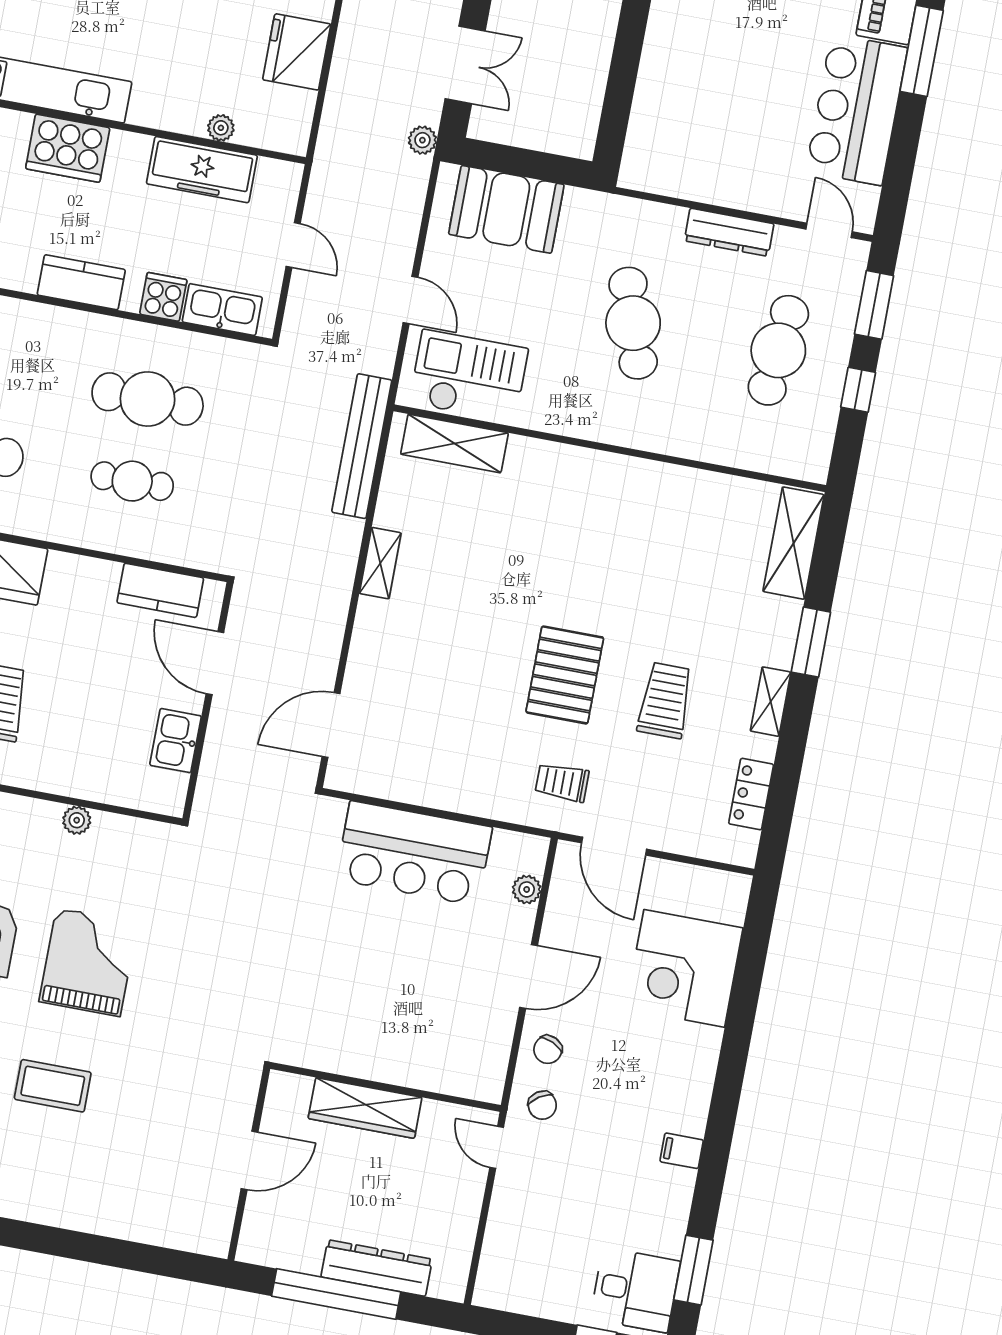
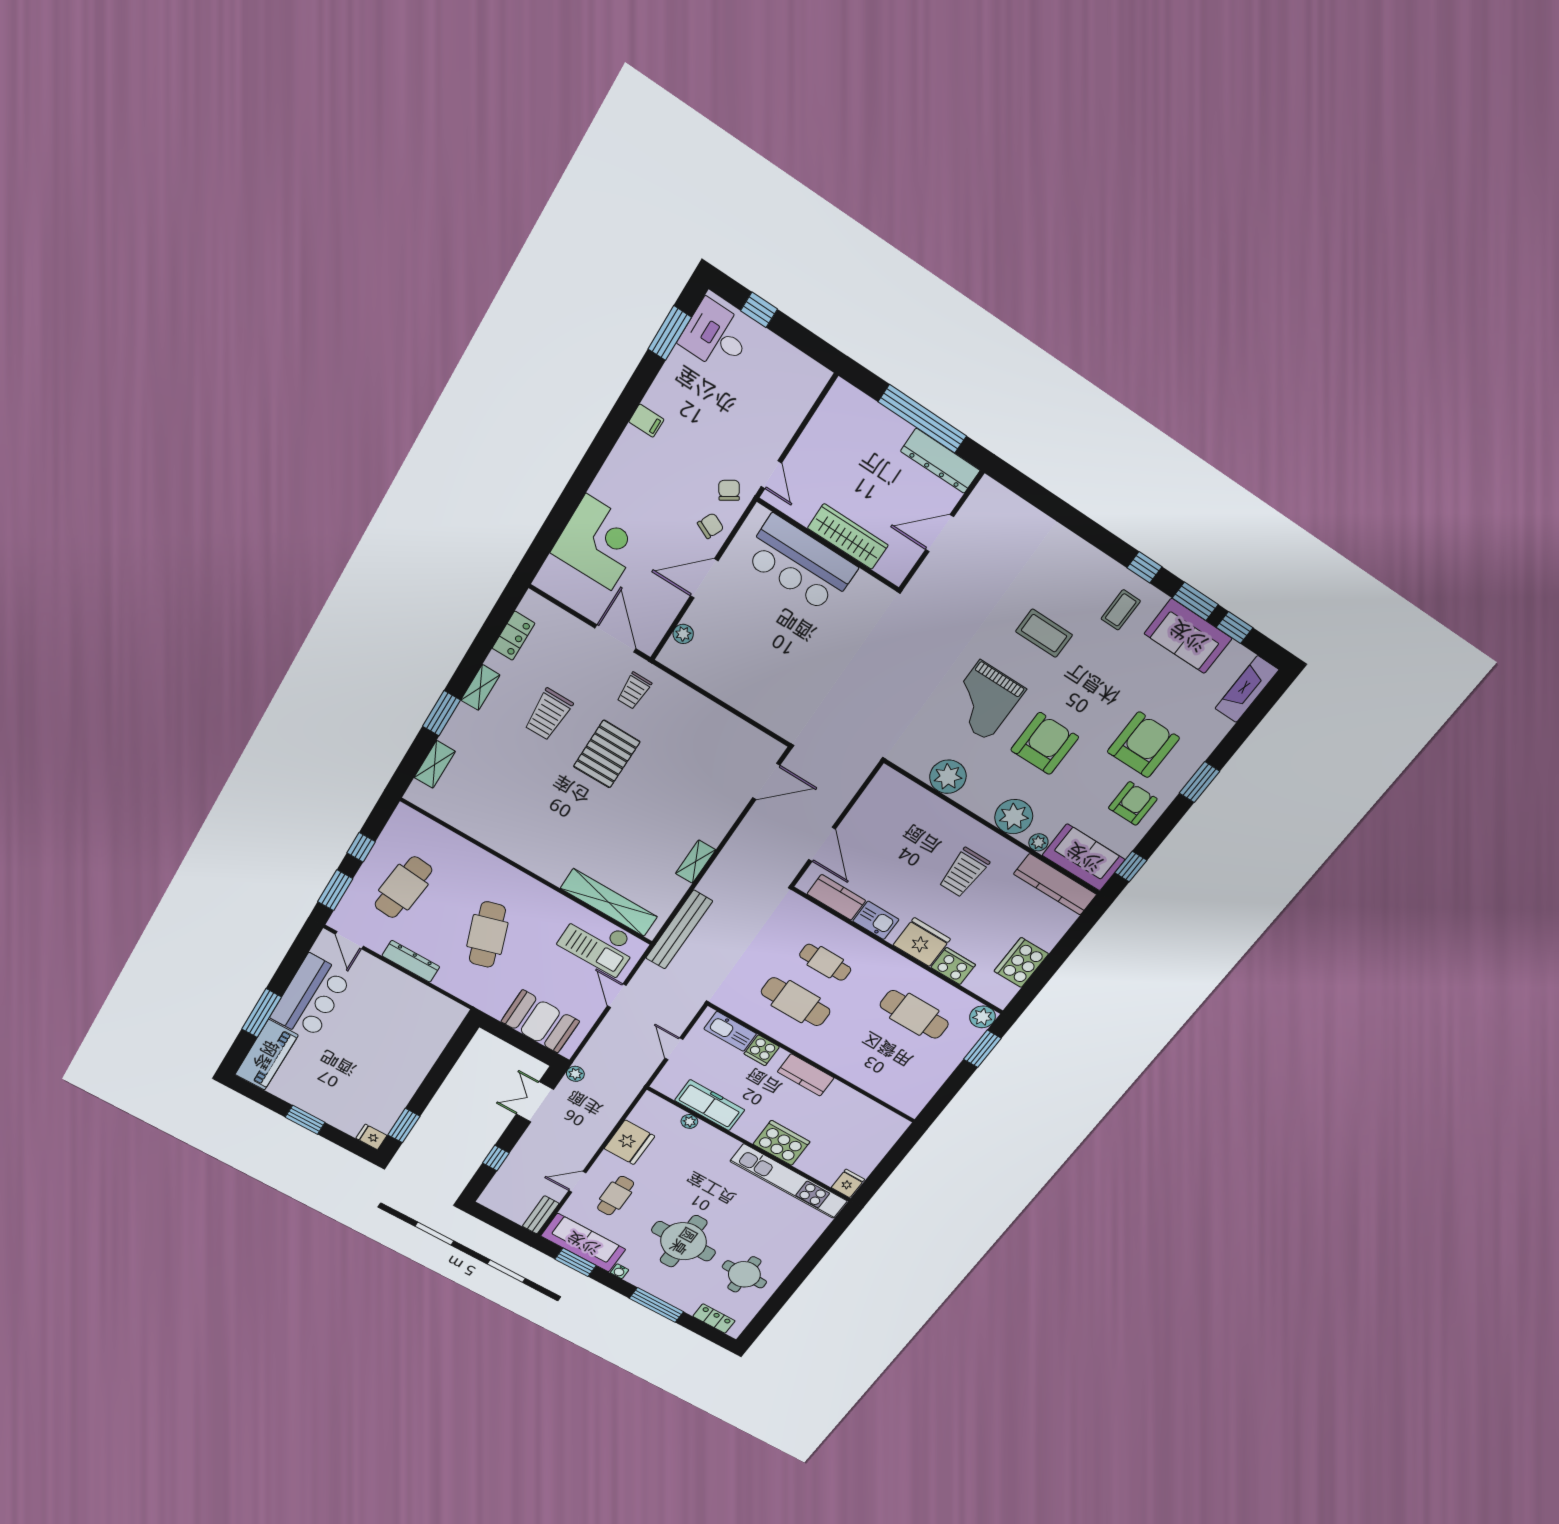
shelving: (454, 443) -> (609, 903), width x1.47
shelving: (794, 543) -> (435, 764), width x0.67, depth x0.75
kitchen sink: (176, 741) -> (876, 920), moved, turned -90
trolley: (562, 782) -> (634, 691), turned 90
plant: (77, 820) -> (948, 777), width x1.87, depth x1.87
bar counter: (414, 853) -> (800, 564), moved, turned 180
dresser: (377, 1268) -> (940, 461), moved

